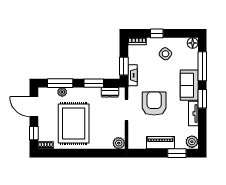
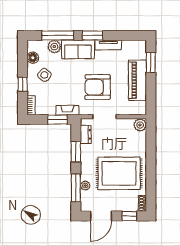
floor lamp: (193, 43) -> (33, 58), moved
plant: (192, 142) -> (54, 47), moved
piano: (160, 143) -> (137, 80), width x1.37, depth x1.33

